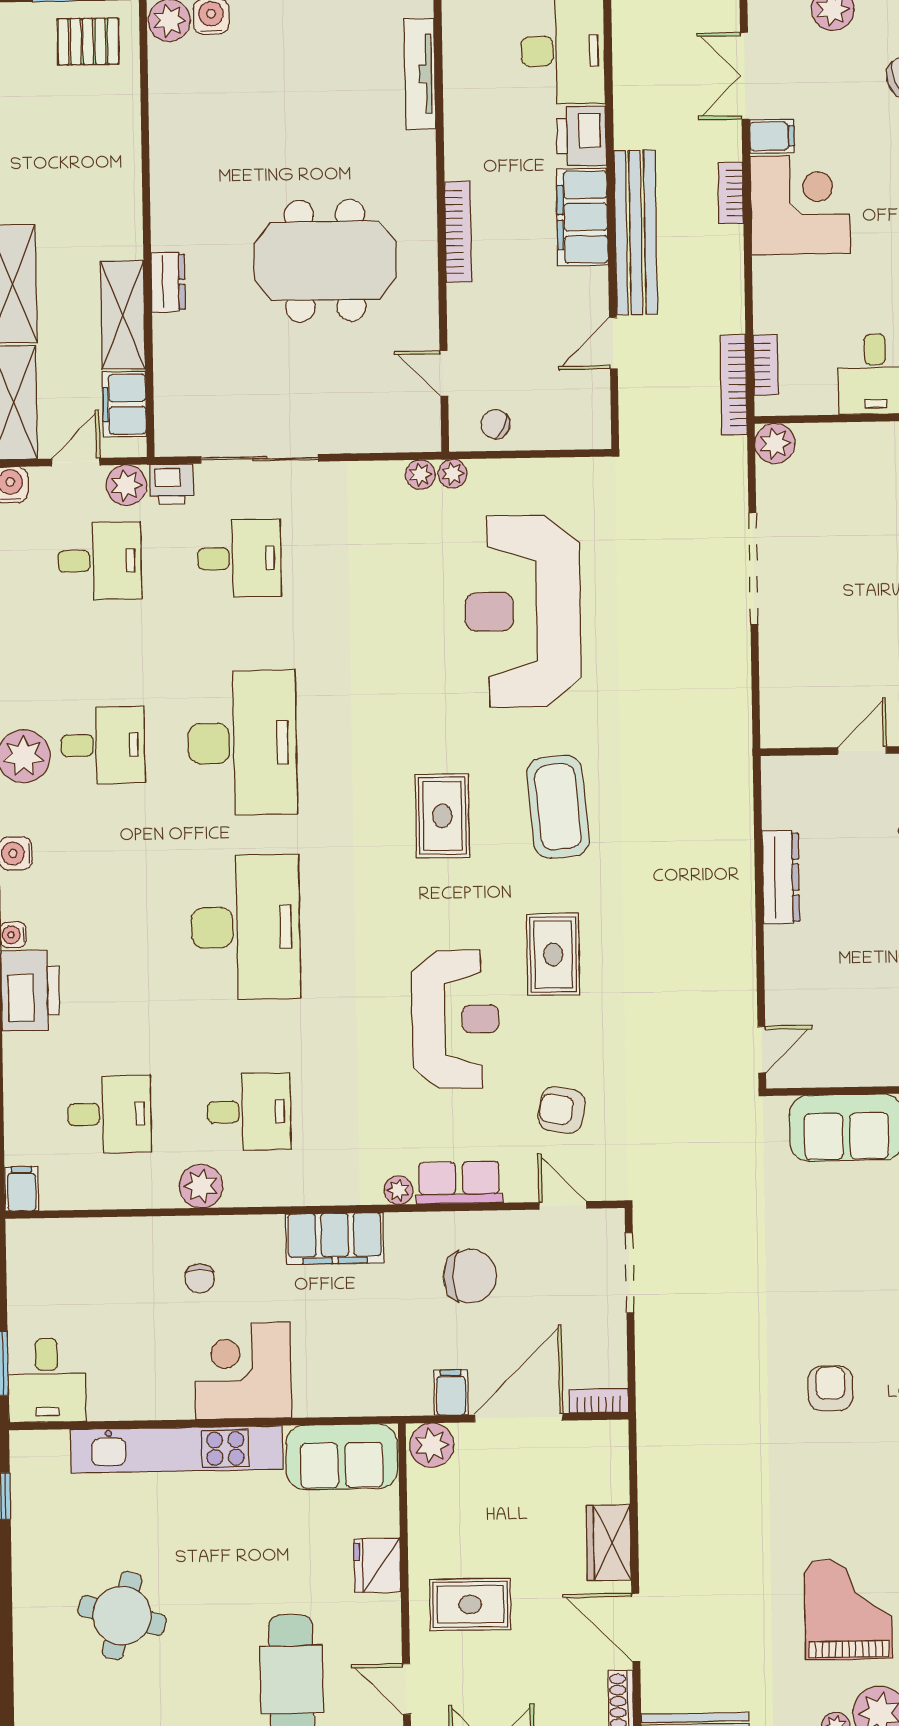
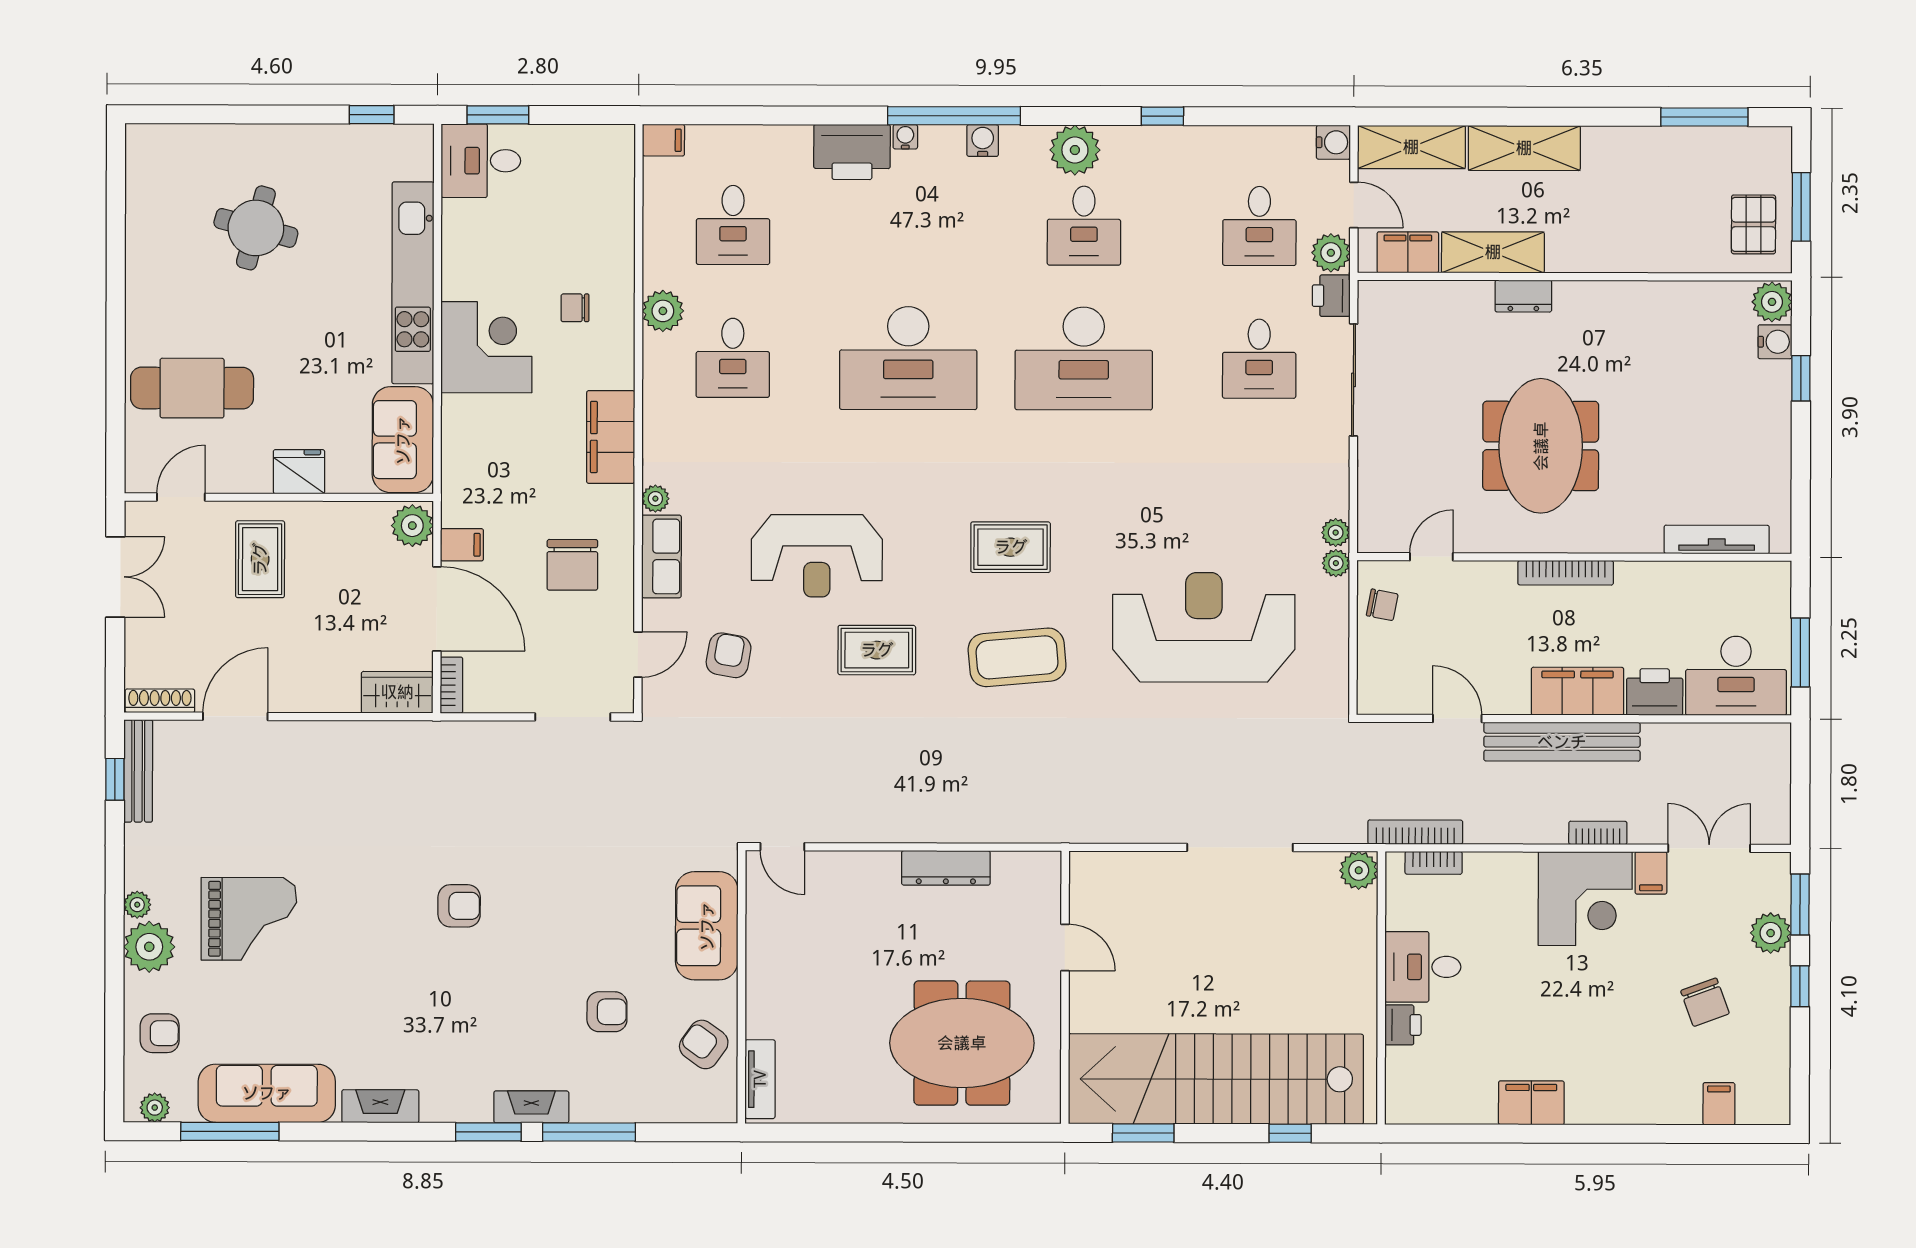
chair: (495, 424) -> (1382, 605), turned 75
wardrobe: (609, 1543) -> (397, 692), moved

